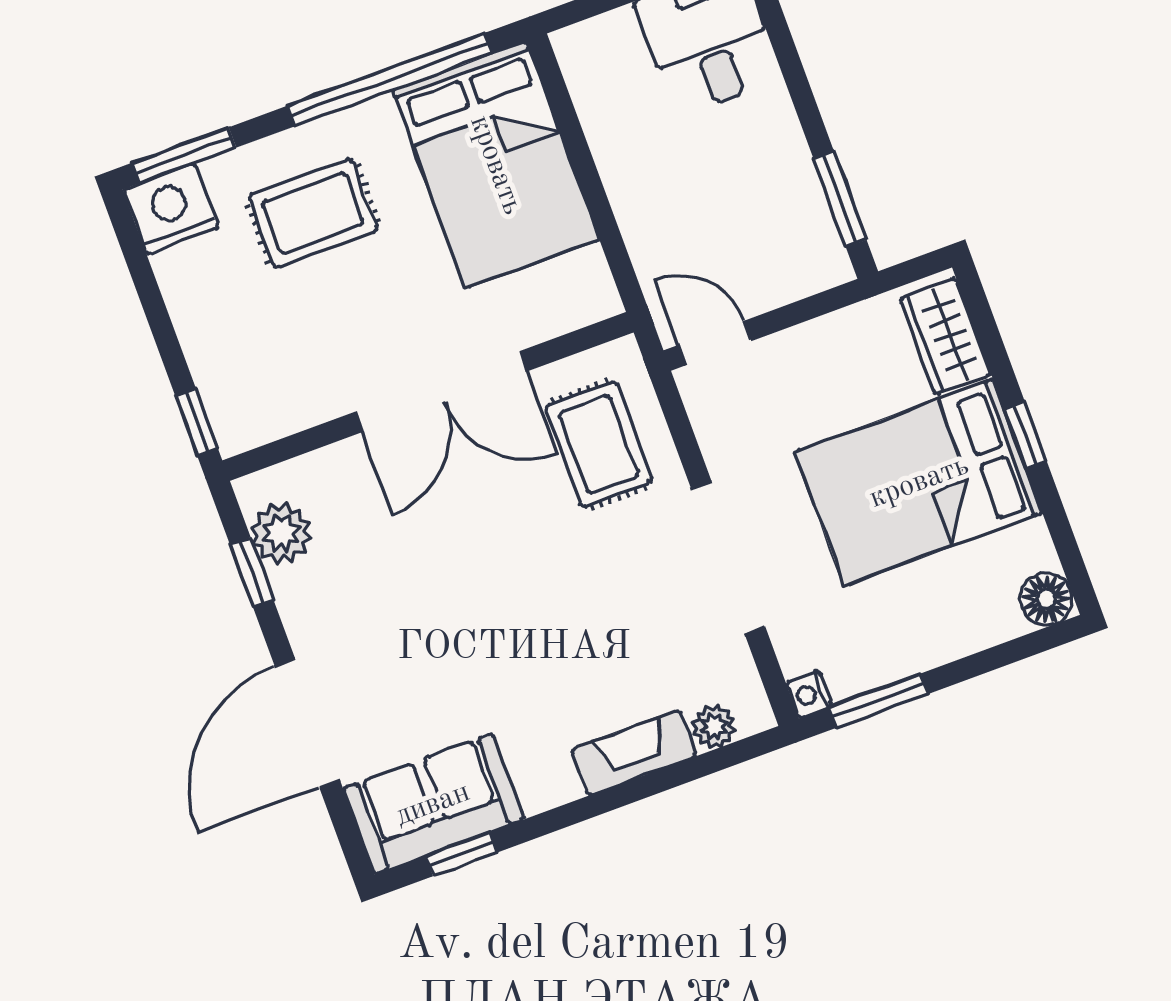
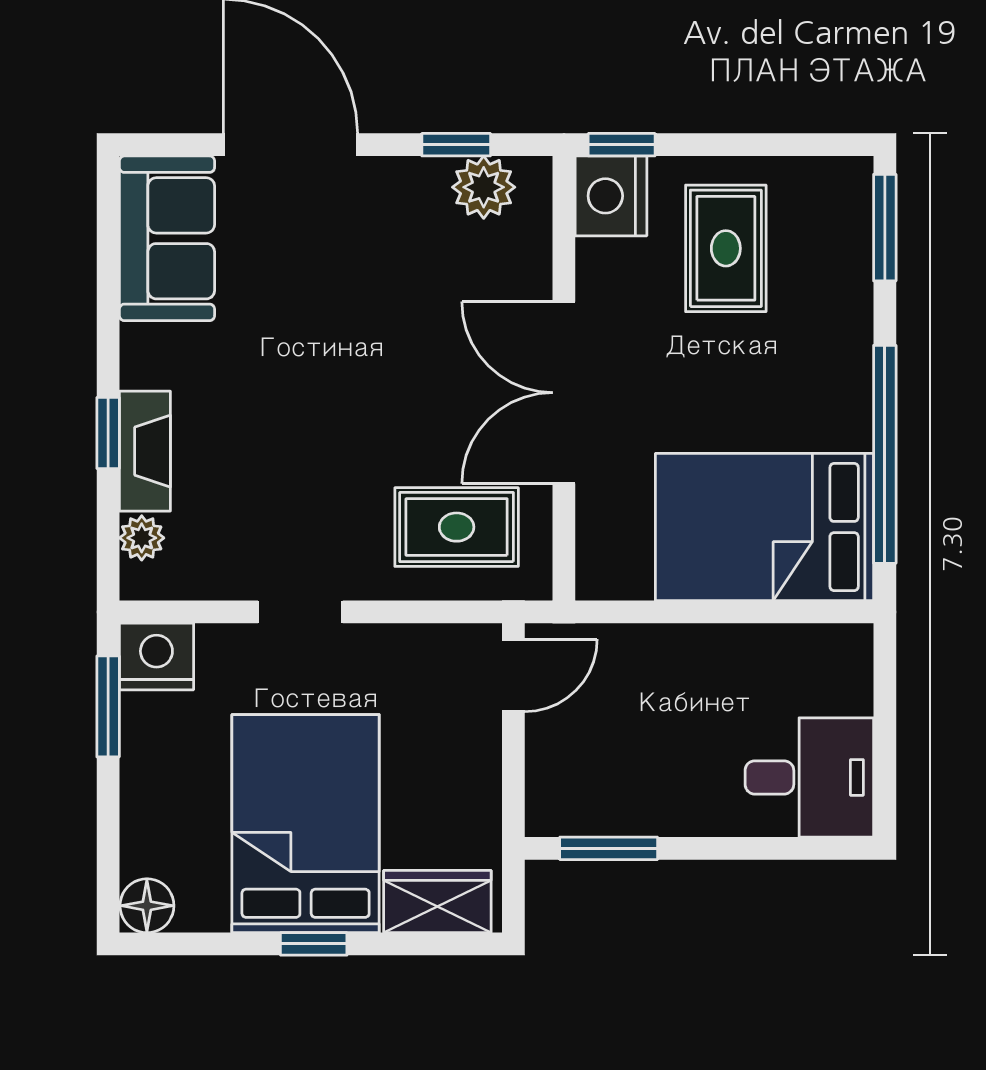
nightstand: (171, 209) -> (611, 196), moved, turned 180
rug: (313, 213) -> (726, 248), moved
doorway: (728, 558) -> (300, 612), width x0.53
nightstand: (809, 694) -> (156, 656), width x1.89, depth x1.79
window: (462, 854) -> (108, 433), moved

